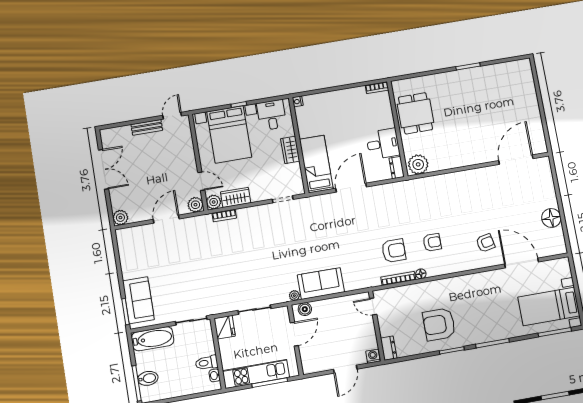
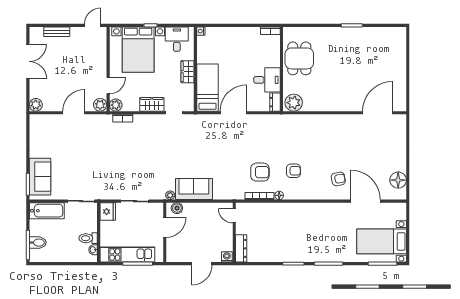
bench: (147, 127) -> (57, 32), moved
door: (201, 181) -> (108, 86), hinge flipped
wardrobe: (236, 197) -> (152, 104), moved
floor lamp: (551, 218) -> (398, 180), moved
armchair: (439, 324) -> (287, 240), removed
dresser: (389, 348) -> (241, 248), width x1.44

